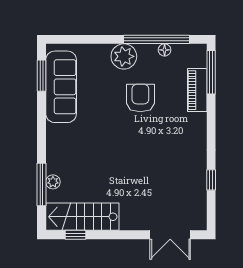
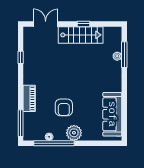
window: (42, 76) -> (124, 121), removed
piano: (197, 90) -> (29, 98), moved
stairs: (82, 217) -> (81, 35), moved
window: (76, 235) -> (84, 24), moved

